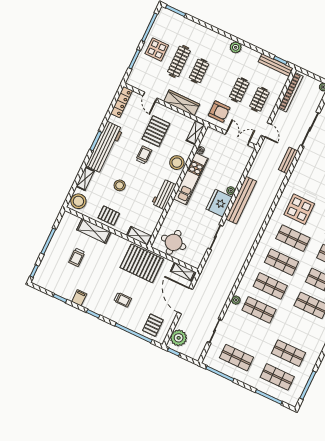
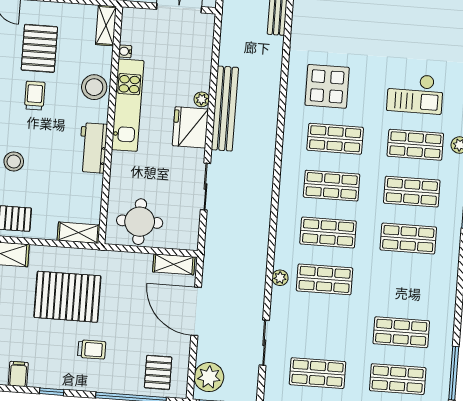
pallet: (142, 263) -> (67, 297), moved

